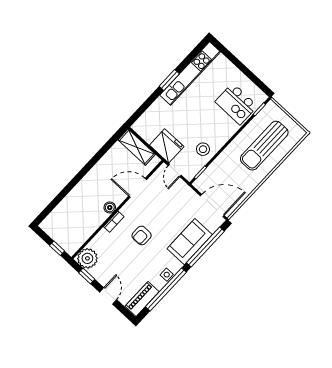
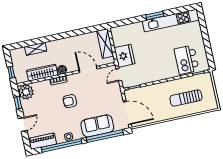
sun lounger: (264, 146) -> (186, 98), width x0.73, depth x0.75
stool: (203, 149) -> (146, 74), removed
shelving: (66, 205) -> (36, 49), added
wardrobe: (91, 225) -> (42, 73), added

